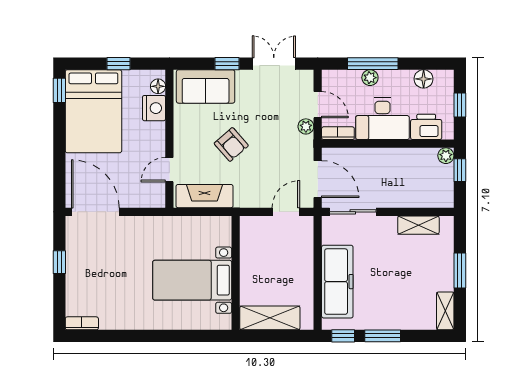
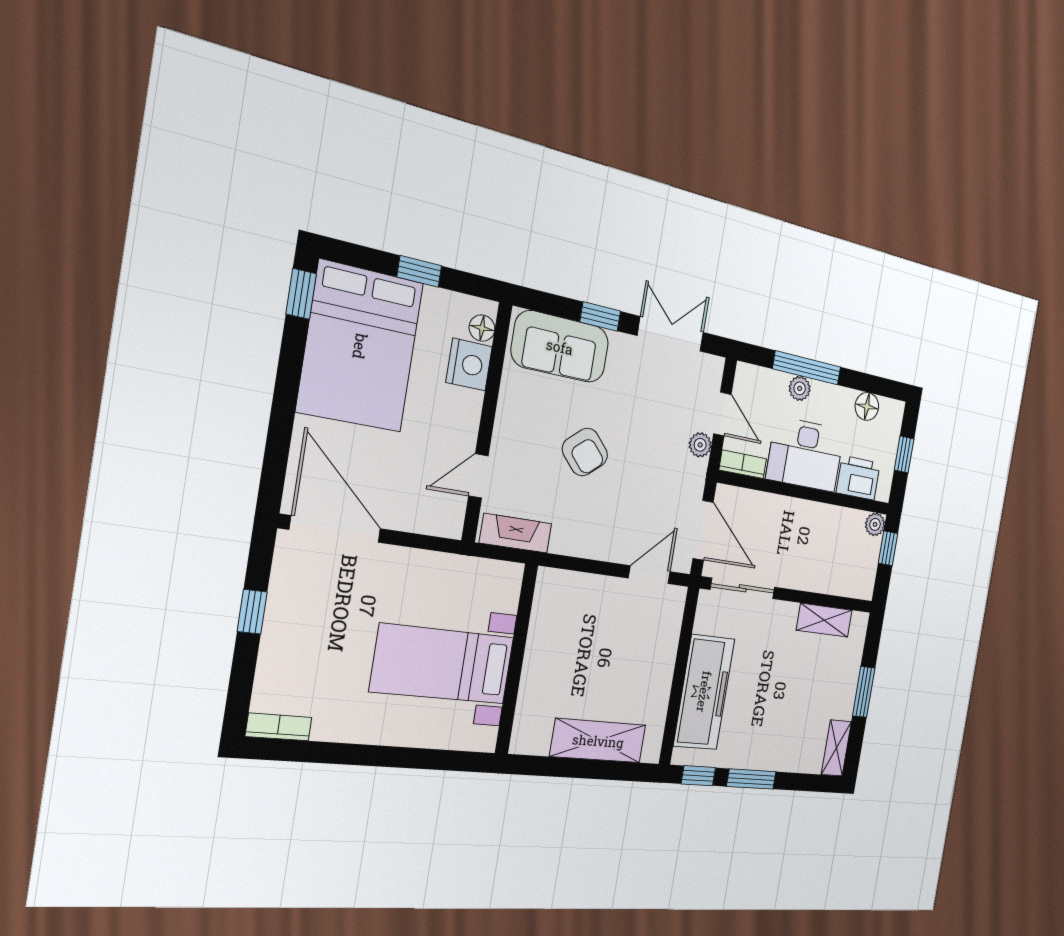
fireplace: (204, 196) -> (516, 533), width x0.73, depth x0.76
wall: (236, 273) -> (516, 659), moved
bed with nightstands: (192, 280) -> (443, 664), moved

